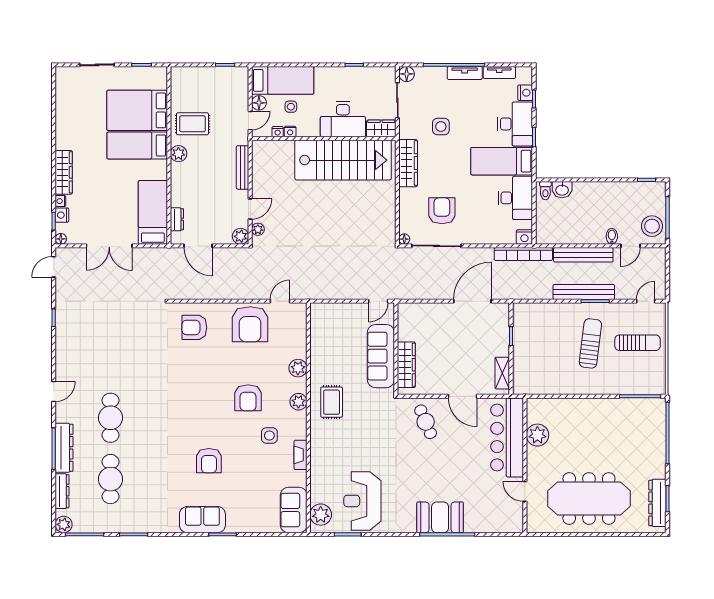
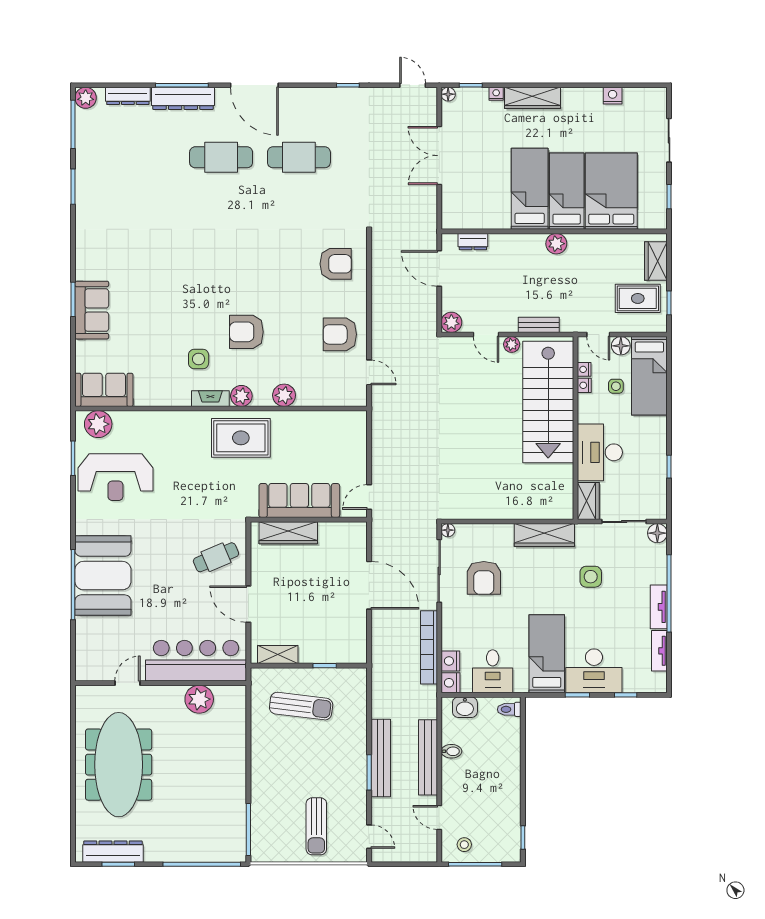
wardrobe: (192, 75) -> (656, 261), added
nightstand: (525, 93) -> (450, 661), moved, turned 90
rug: (192, 124) -> (638, 298), moved, turned 90
stairs: (343, 160) -> (548, 402), moved
bench: (242, 167) -> (539, 325), width x0.73
washbasin: (562, 190) -> (465, 707), moved, turned -90
desk: (515, 198) -> (493, 671), width x0.73
armchair: (442, 211) -> (484, 578), turned 90
bed: (153, 212) -> (530, 189), moved, turned -90
nightstand: (62, 215) -> (613, 96), moved
stool: (652, 226) -> (464, 845), width x0.53, depth x0.53
plant: (258, 229) -> (512, 344), moved
bidet: (612, 236) -> (451, 751), moved
door: (198, 246) -> (439, 268), hinge flipped
bookcase: (523, 254) -> (429, 647), moved
door: (378, 301) -> (369, 497), hinge flipped
door: (472, 301) -> (369, 585), moved
armchair: (250, 324) -> (340, 334), width x0.73, depth x0.73
armchair: (194, 327) -> (336, 264), turned 90
sun lounger: (590, 343) -> (301, 706), moved
door: (54, 392) -> (254, 85), width x1.88
door: (463, 396) -> (248, 604), hinge flipped
rug: (332, 402) -> (241, 438), width x1.36, depth x1.43
fireplace: (301, 455) -> (210, 399), moved
armchair: (209, 461) -> (167, 282), removed
cafe table: (110, 479) -> (299, 157), moved
reception desk: (362, 501) -> (115, 477), turned 180
booth: (440, 517) -> (103, 576), width x1.36, depth x1.42
sofa: (202, 520) -> (92, 310), moved

